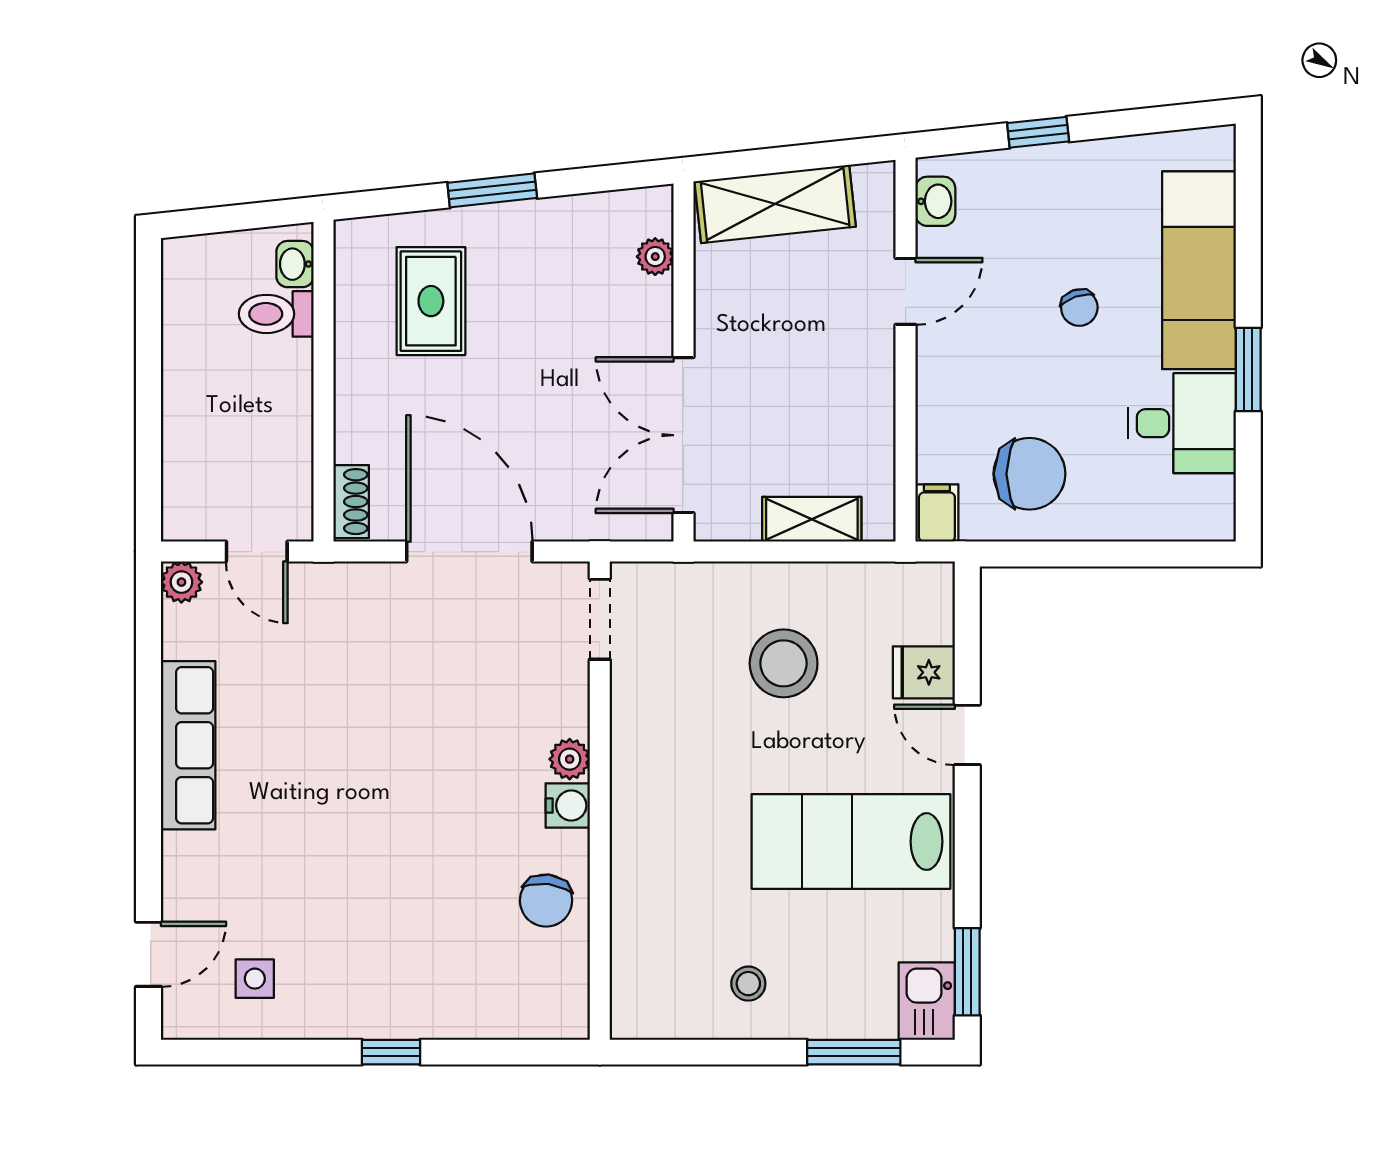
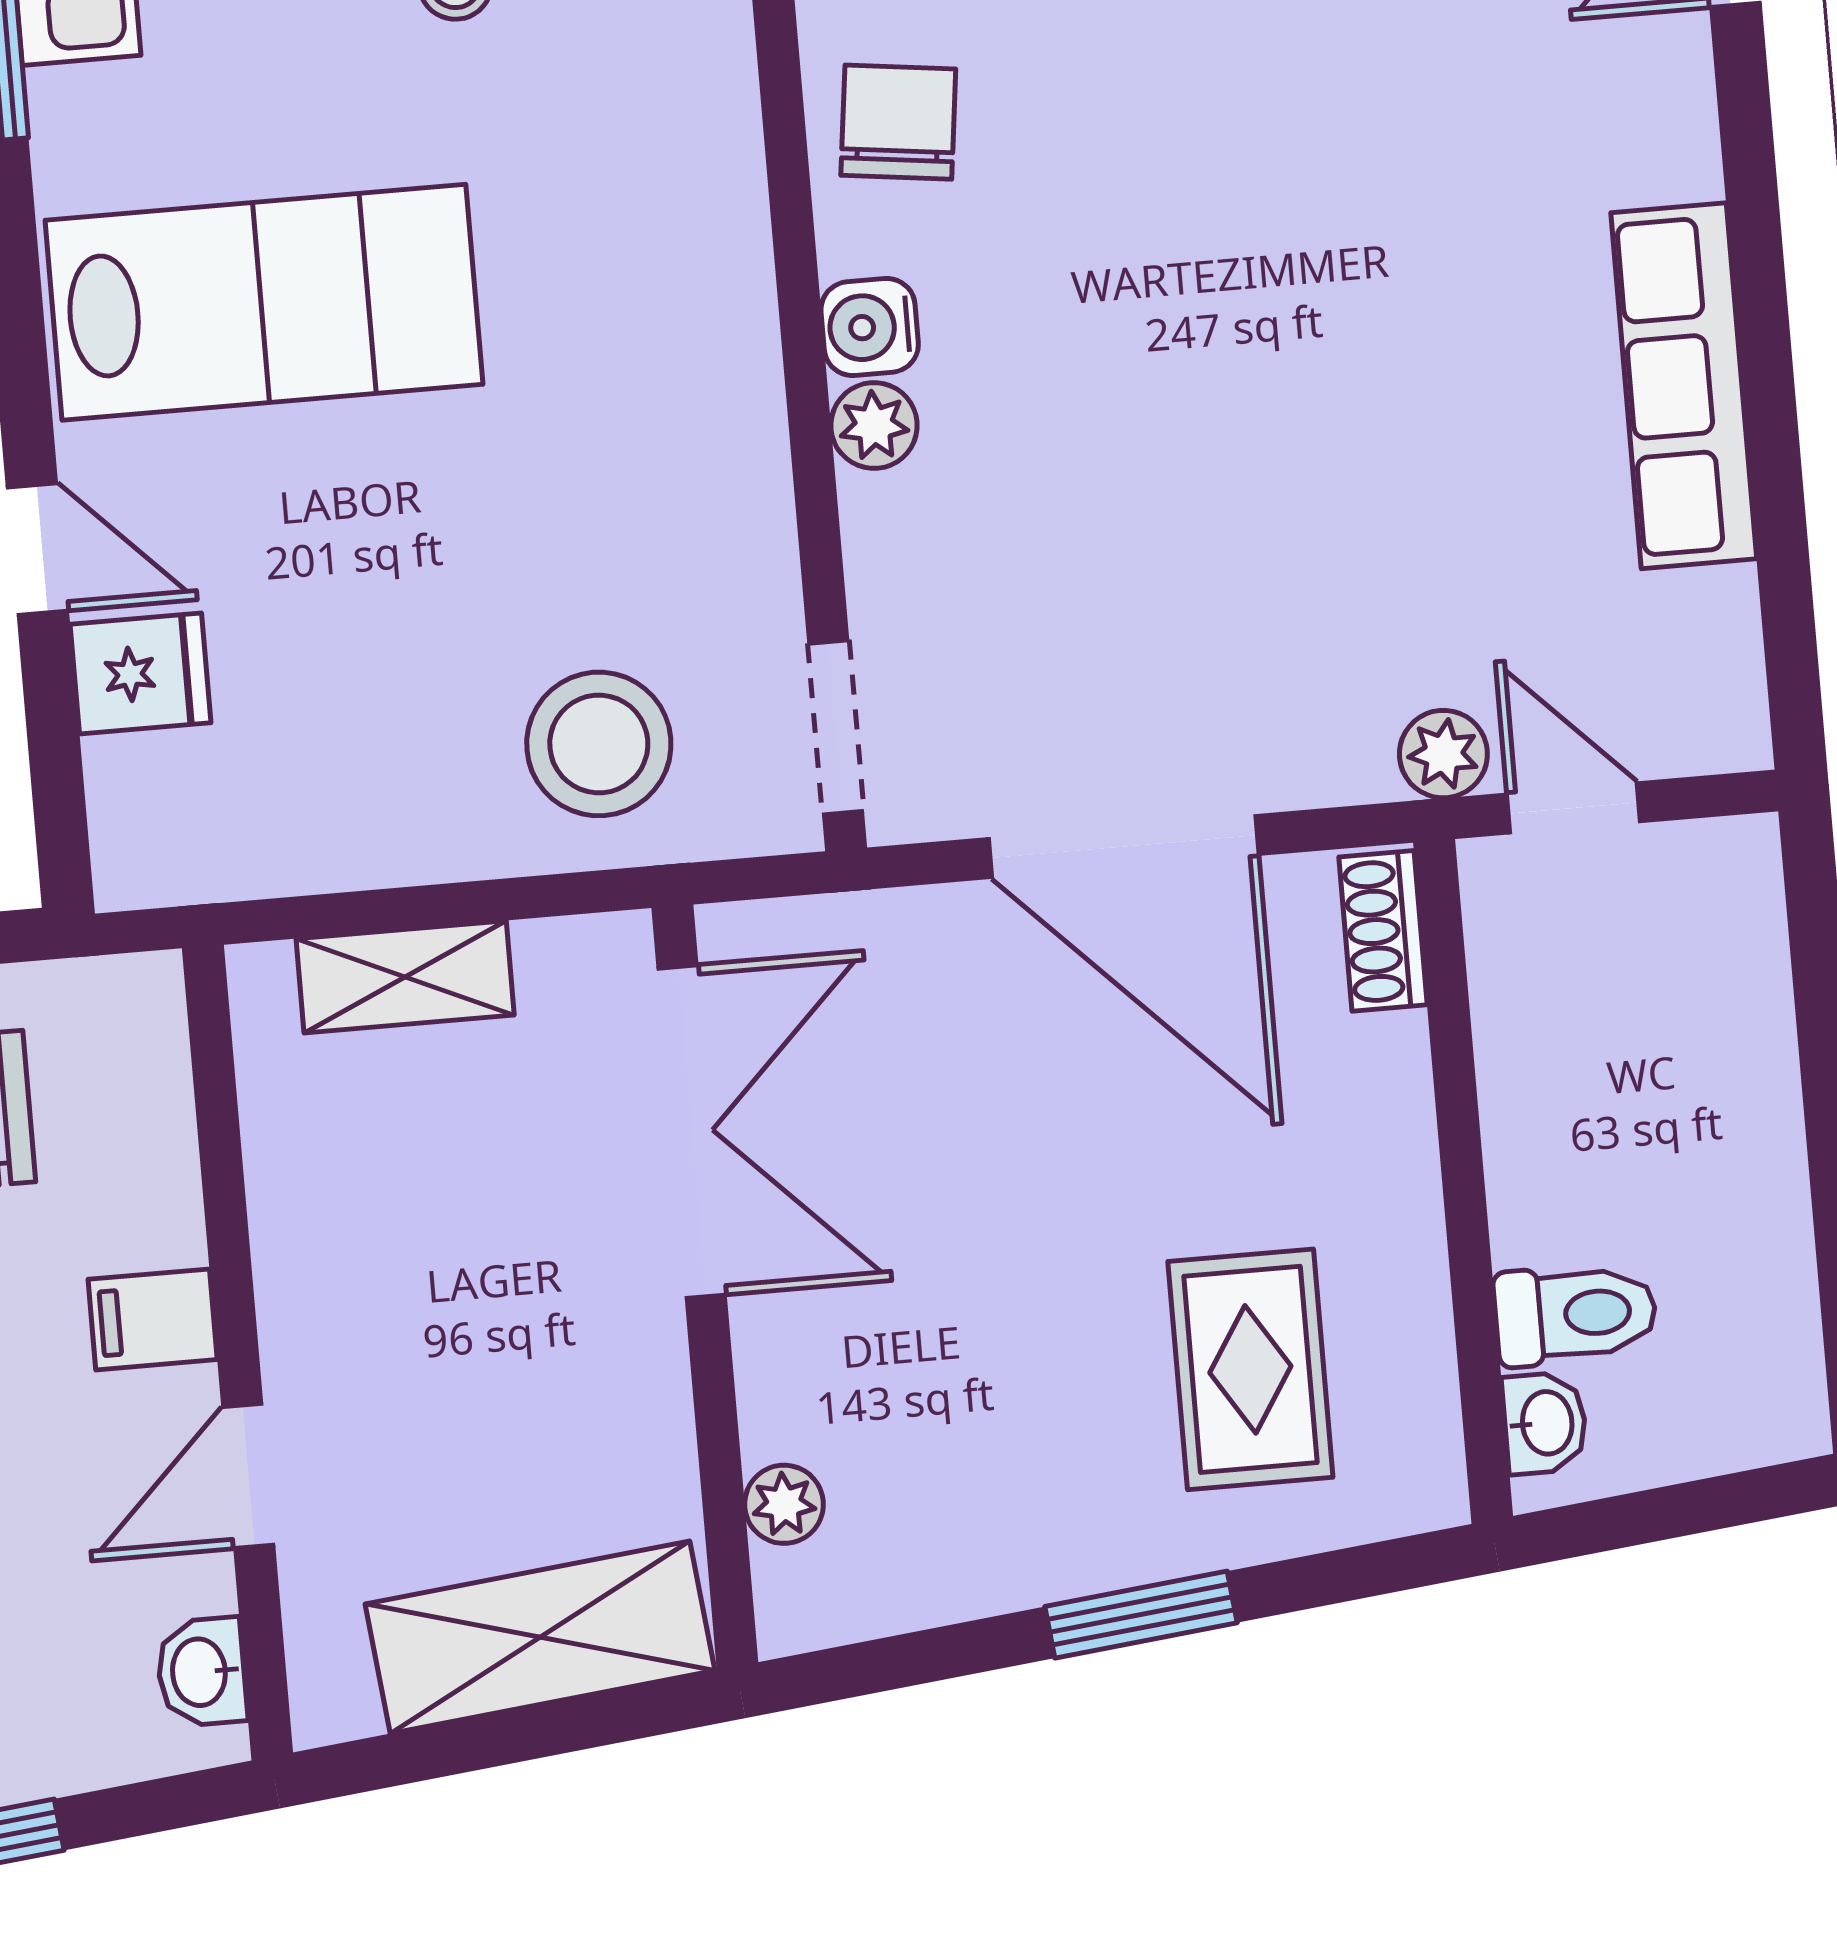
filing cabinet: (937, 513) -> (153, 1319), moved, turned 90
plant: (181, 582) -> (1443, 754), moved
stool: (784, 663) -> (599, 744), moved

